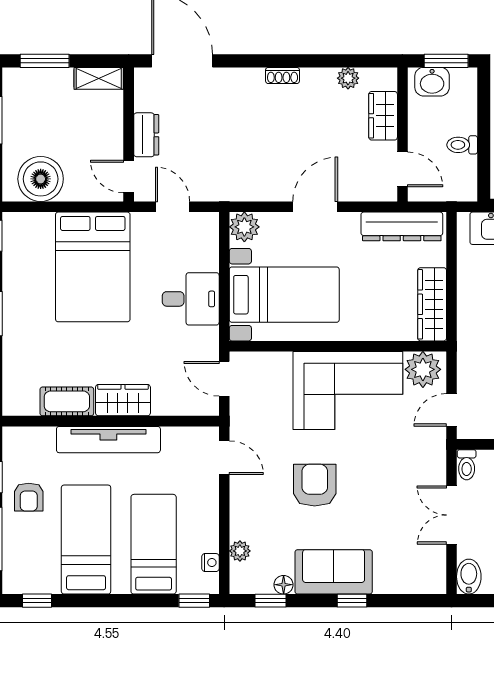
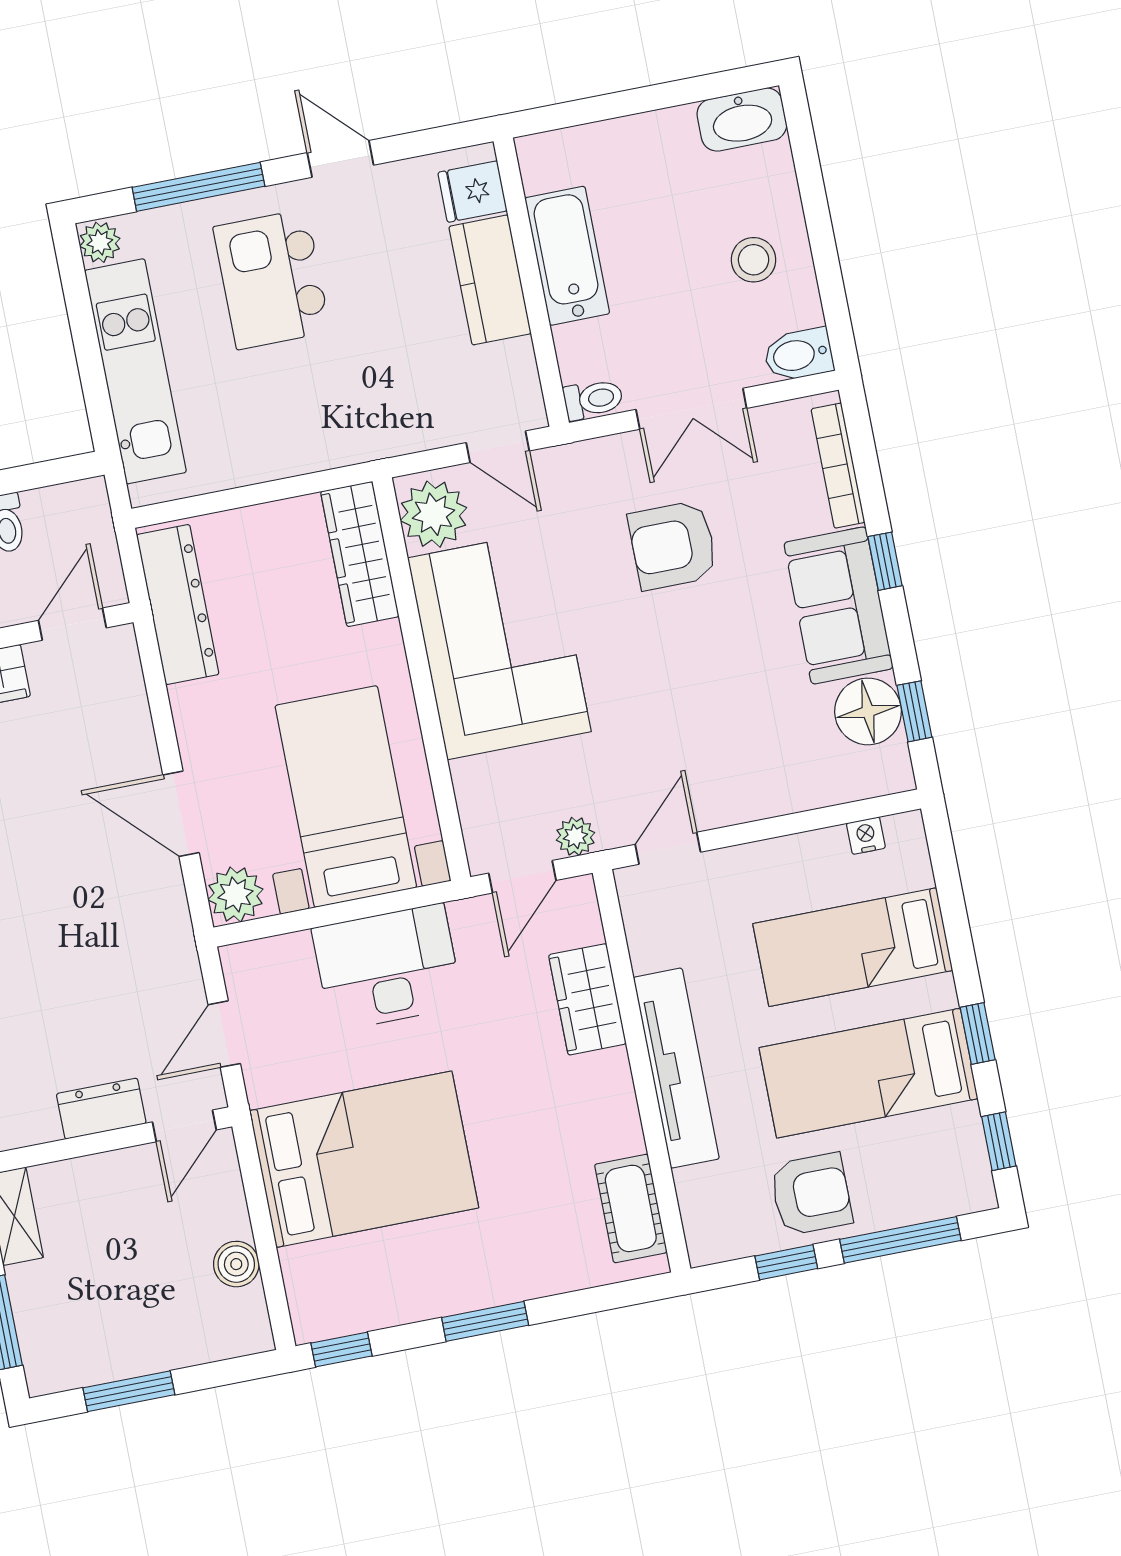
boiler: (41, 179) -> (236, 1264), width x0.54, depth x0.54
door: (315, 207) -> (181, 814), moved
desk: (191, 299) -> (387, 967), width x1.37
wardrobe: (432, 304) -> (360, 554), moved, turned 90
wardrobe: (123, 400) -> (587, 999), moved
cot: (67, 401) -> (631, 1208), moved
armchair: (315, 485) -> (673, 545), moved
armchair: (29, 497) -> (811, 1194), width x1.38, depth x1.38
plant: (240, 551) -> (575, 836), moved
floor lamp: (284, 585) -> (868, 711), width x1.89, depth x1.89
bookcase: (407, 586) -> (838, 466), added
window: (194, 601) -> (978, 1034), moved

